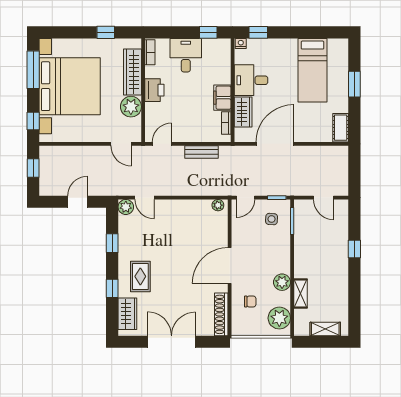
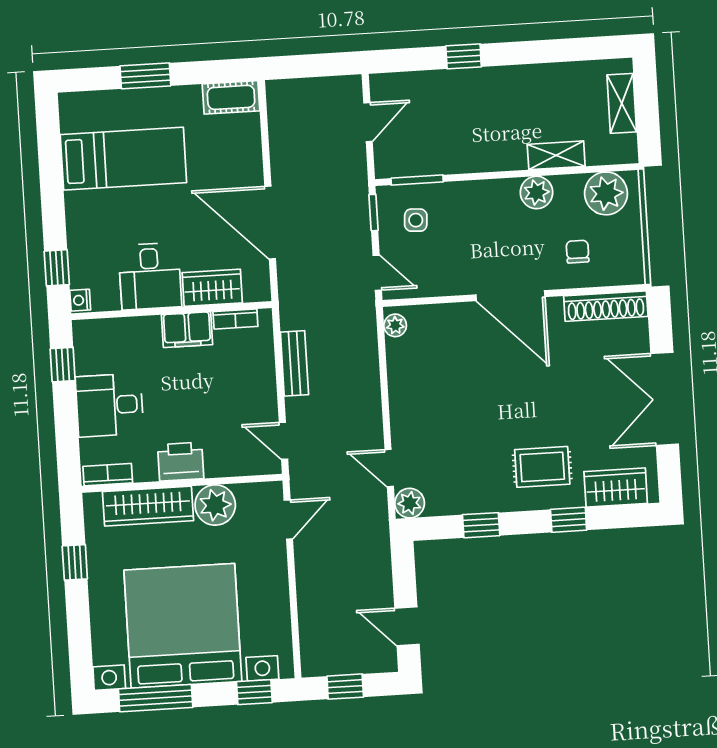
door: (145, 198) -> (389, 468), swing flipped
door: (78, 202) -> (407, 626), moved

